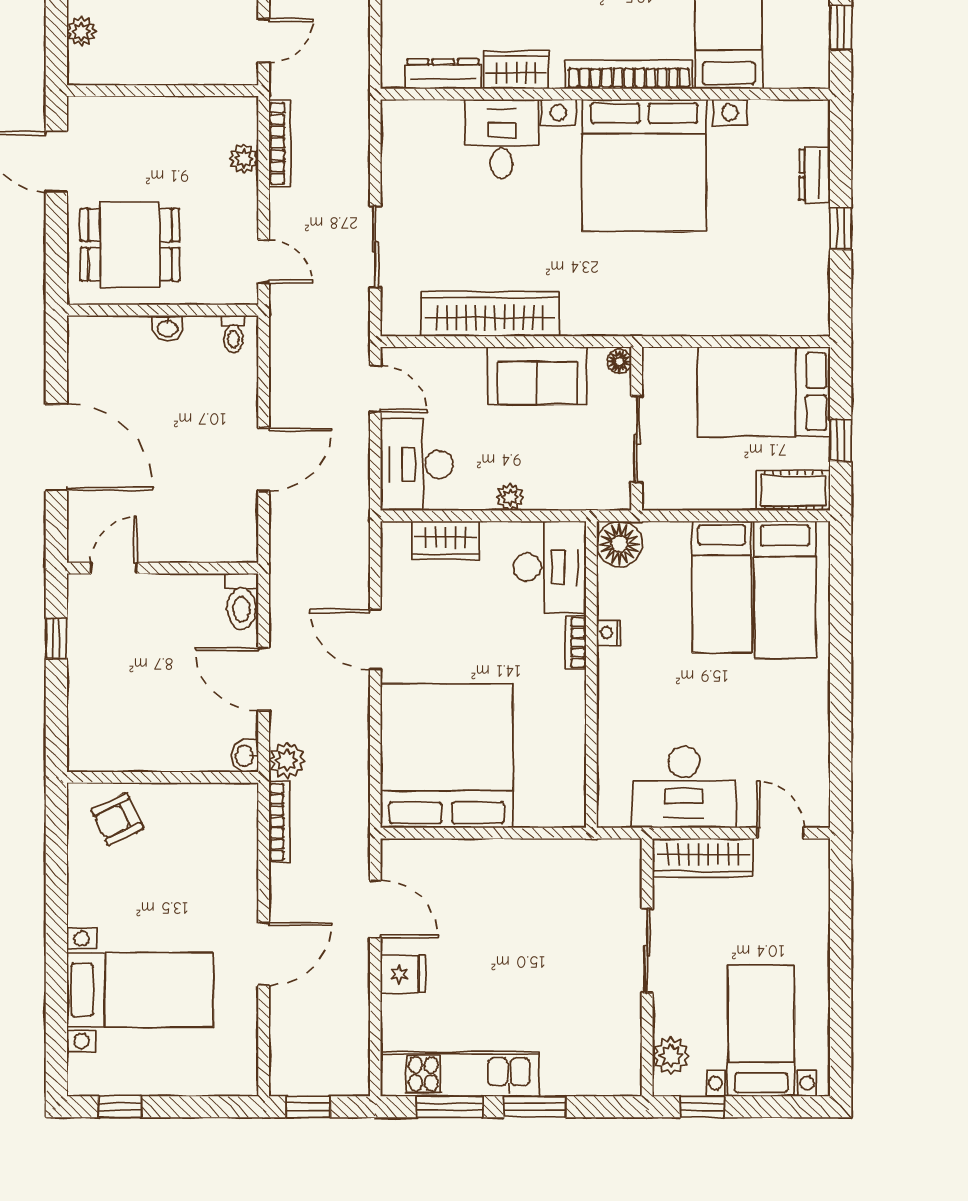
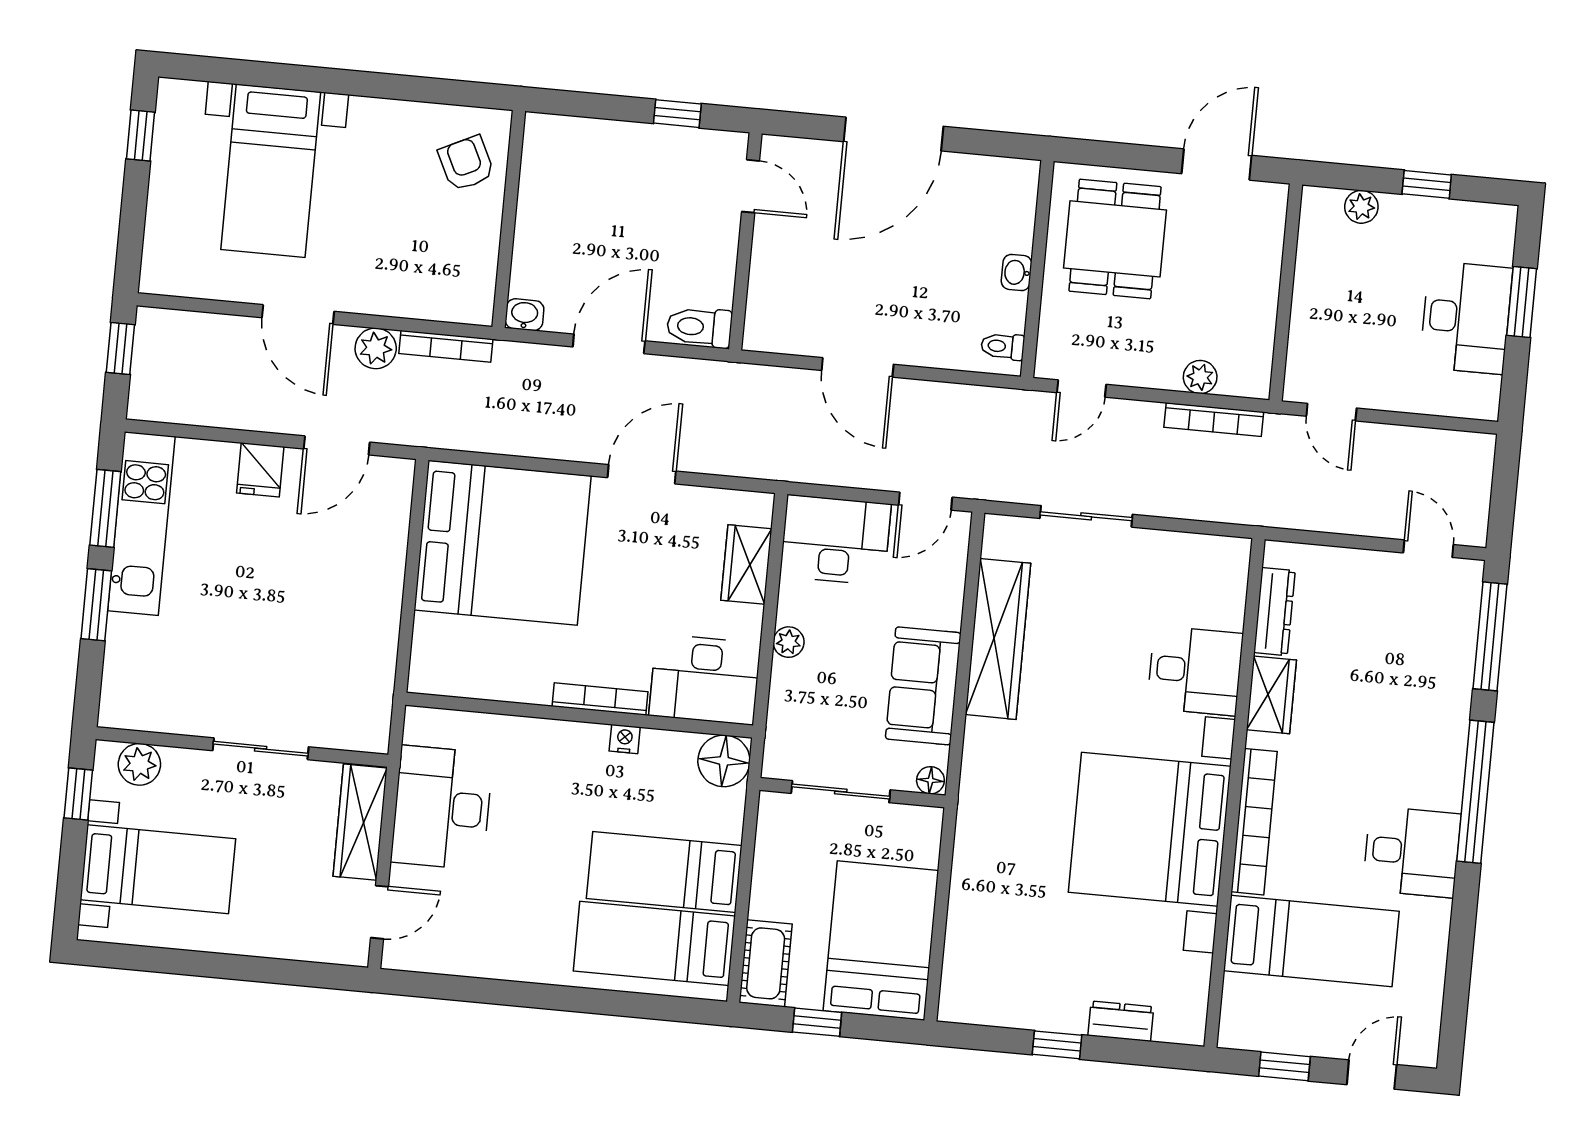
bookcase: (576, 643) -> (600, 699), width x1.56
plant: (287, 760) -> (376, 348), moved

